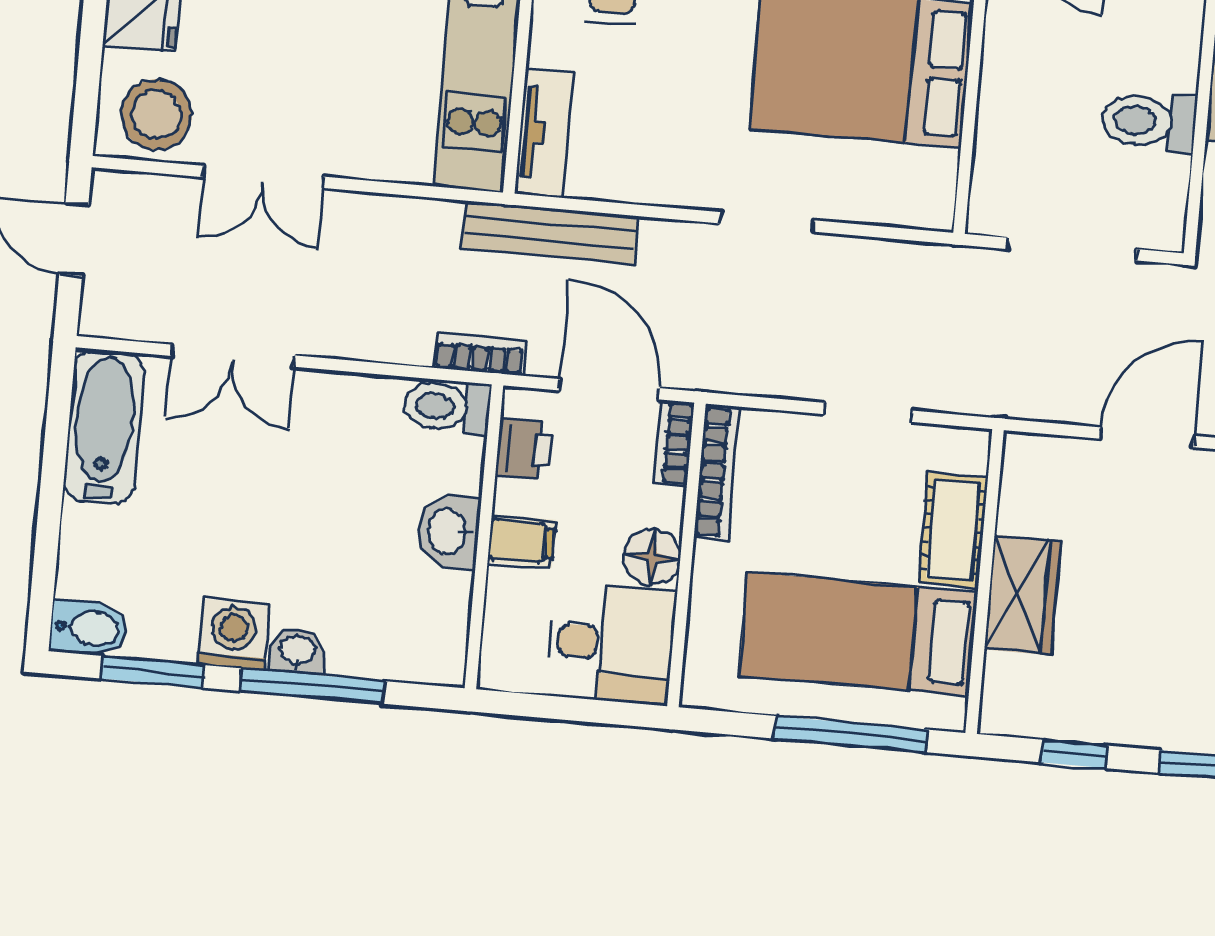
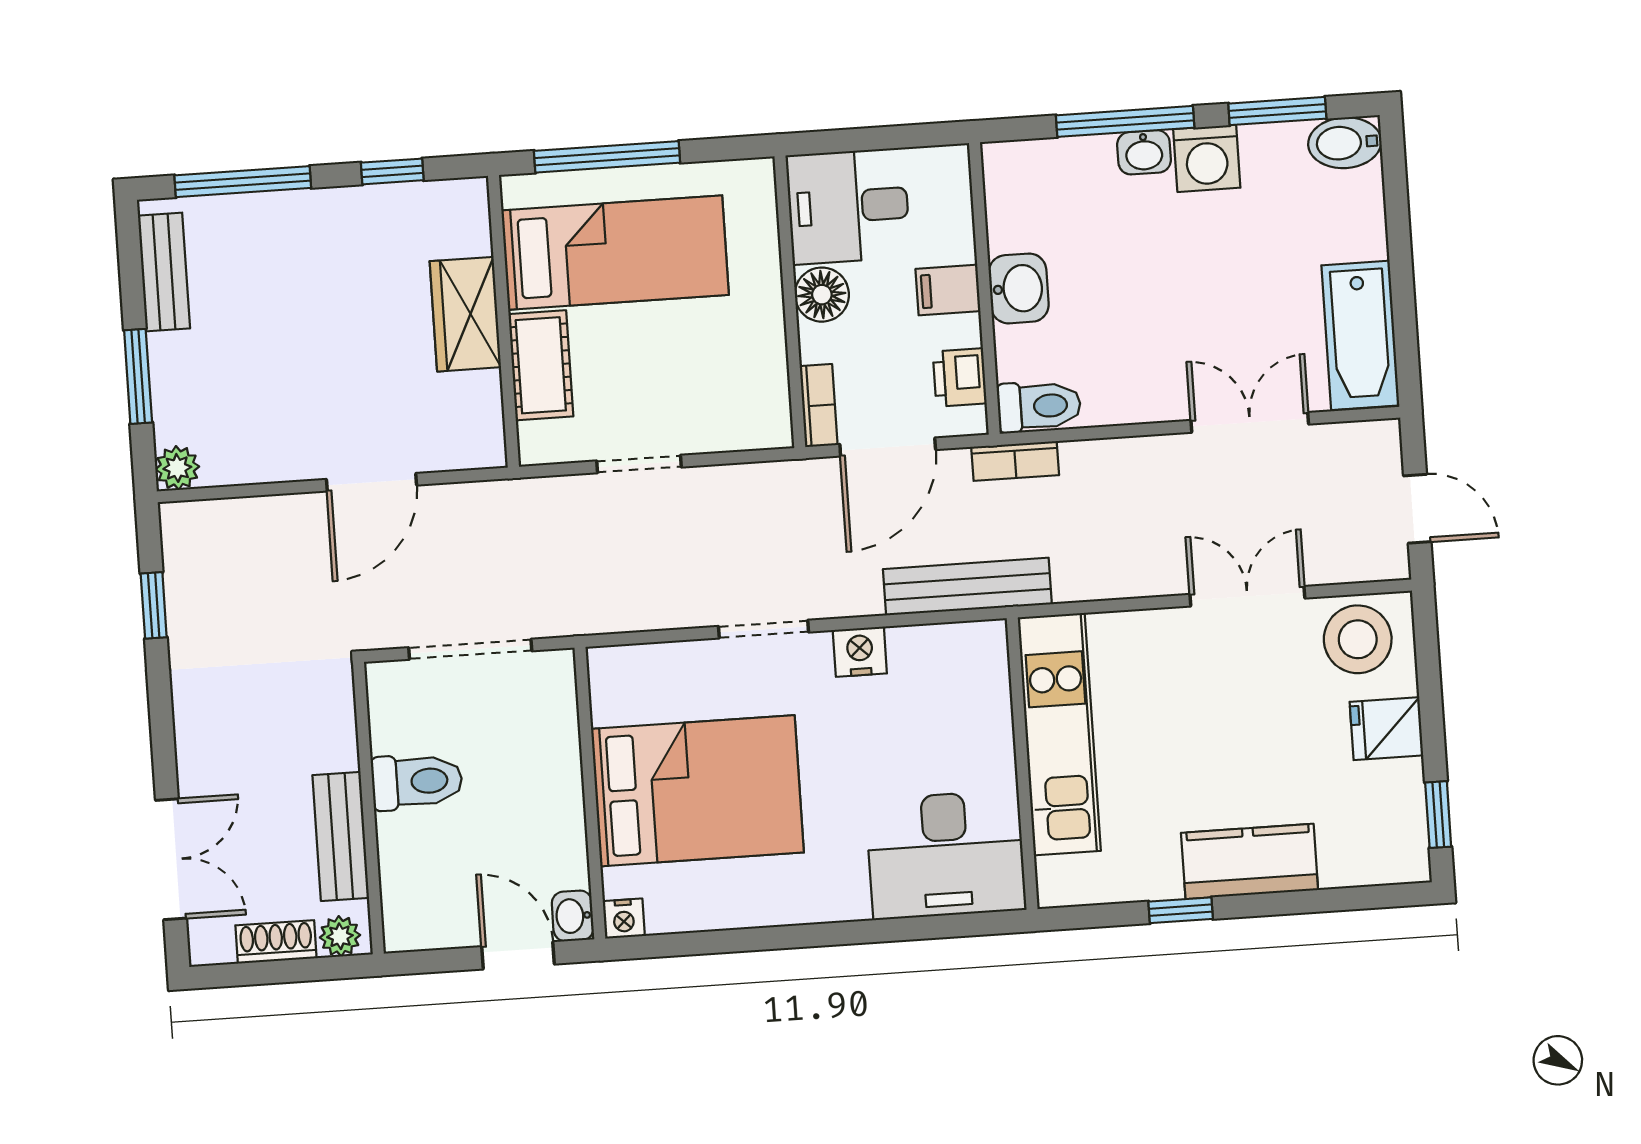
tv unit: (544, 133) -> (988, 680), removed
nightstand: (671, 183) -> (860, 652), added
door: (609, 389) -> (888, 447), hinge flipped
bookcase: (717, 472) -> (774, 385), removed

